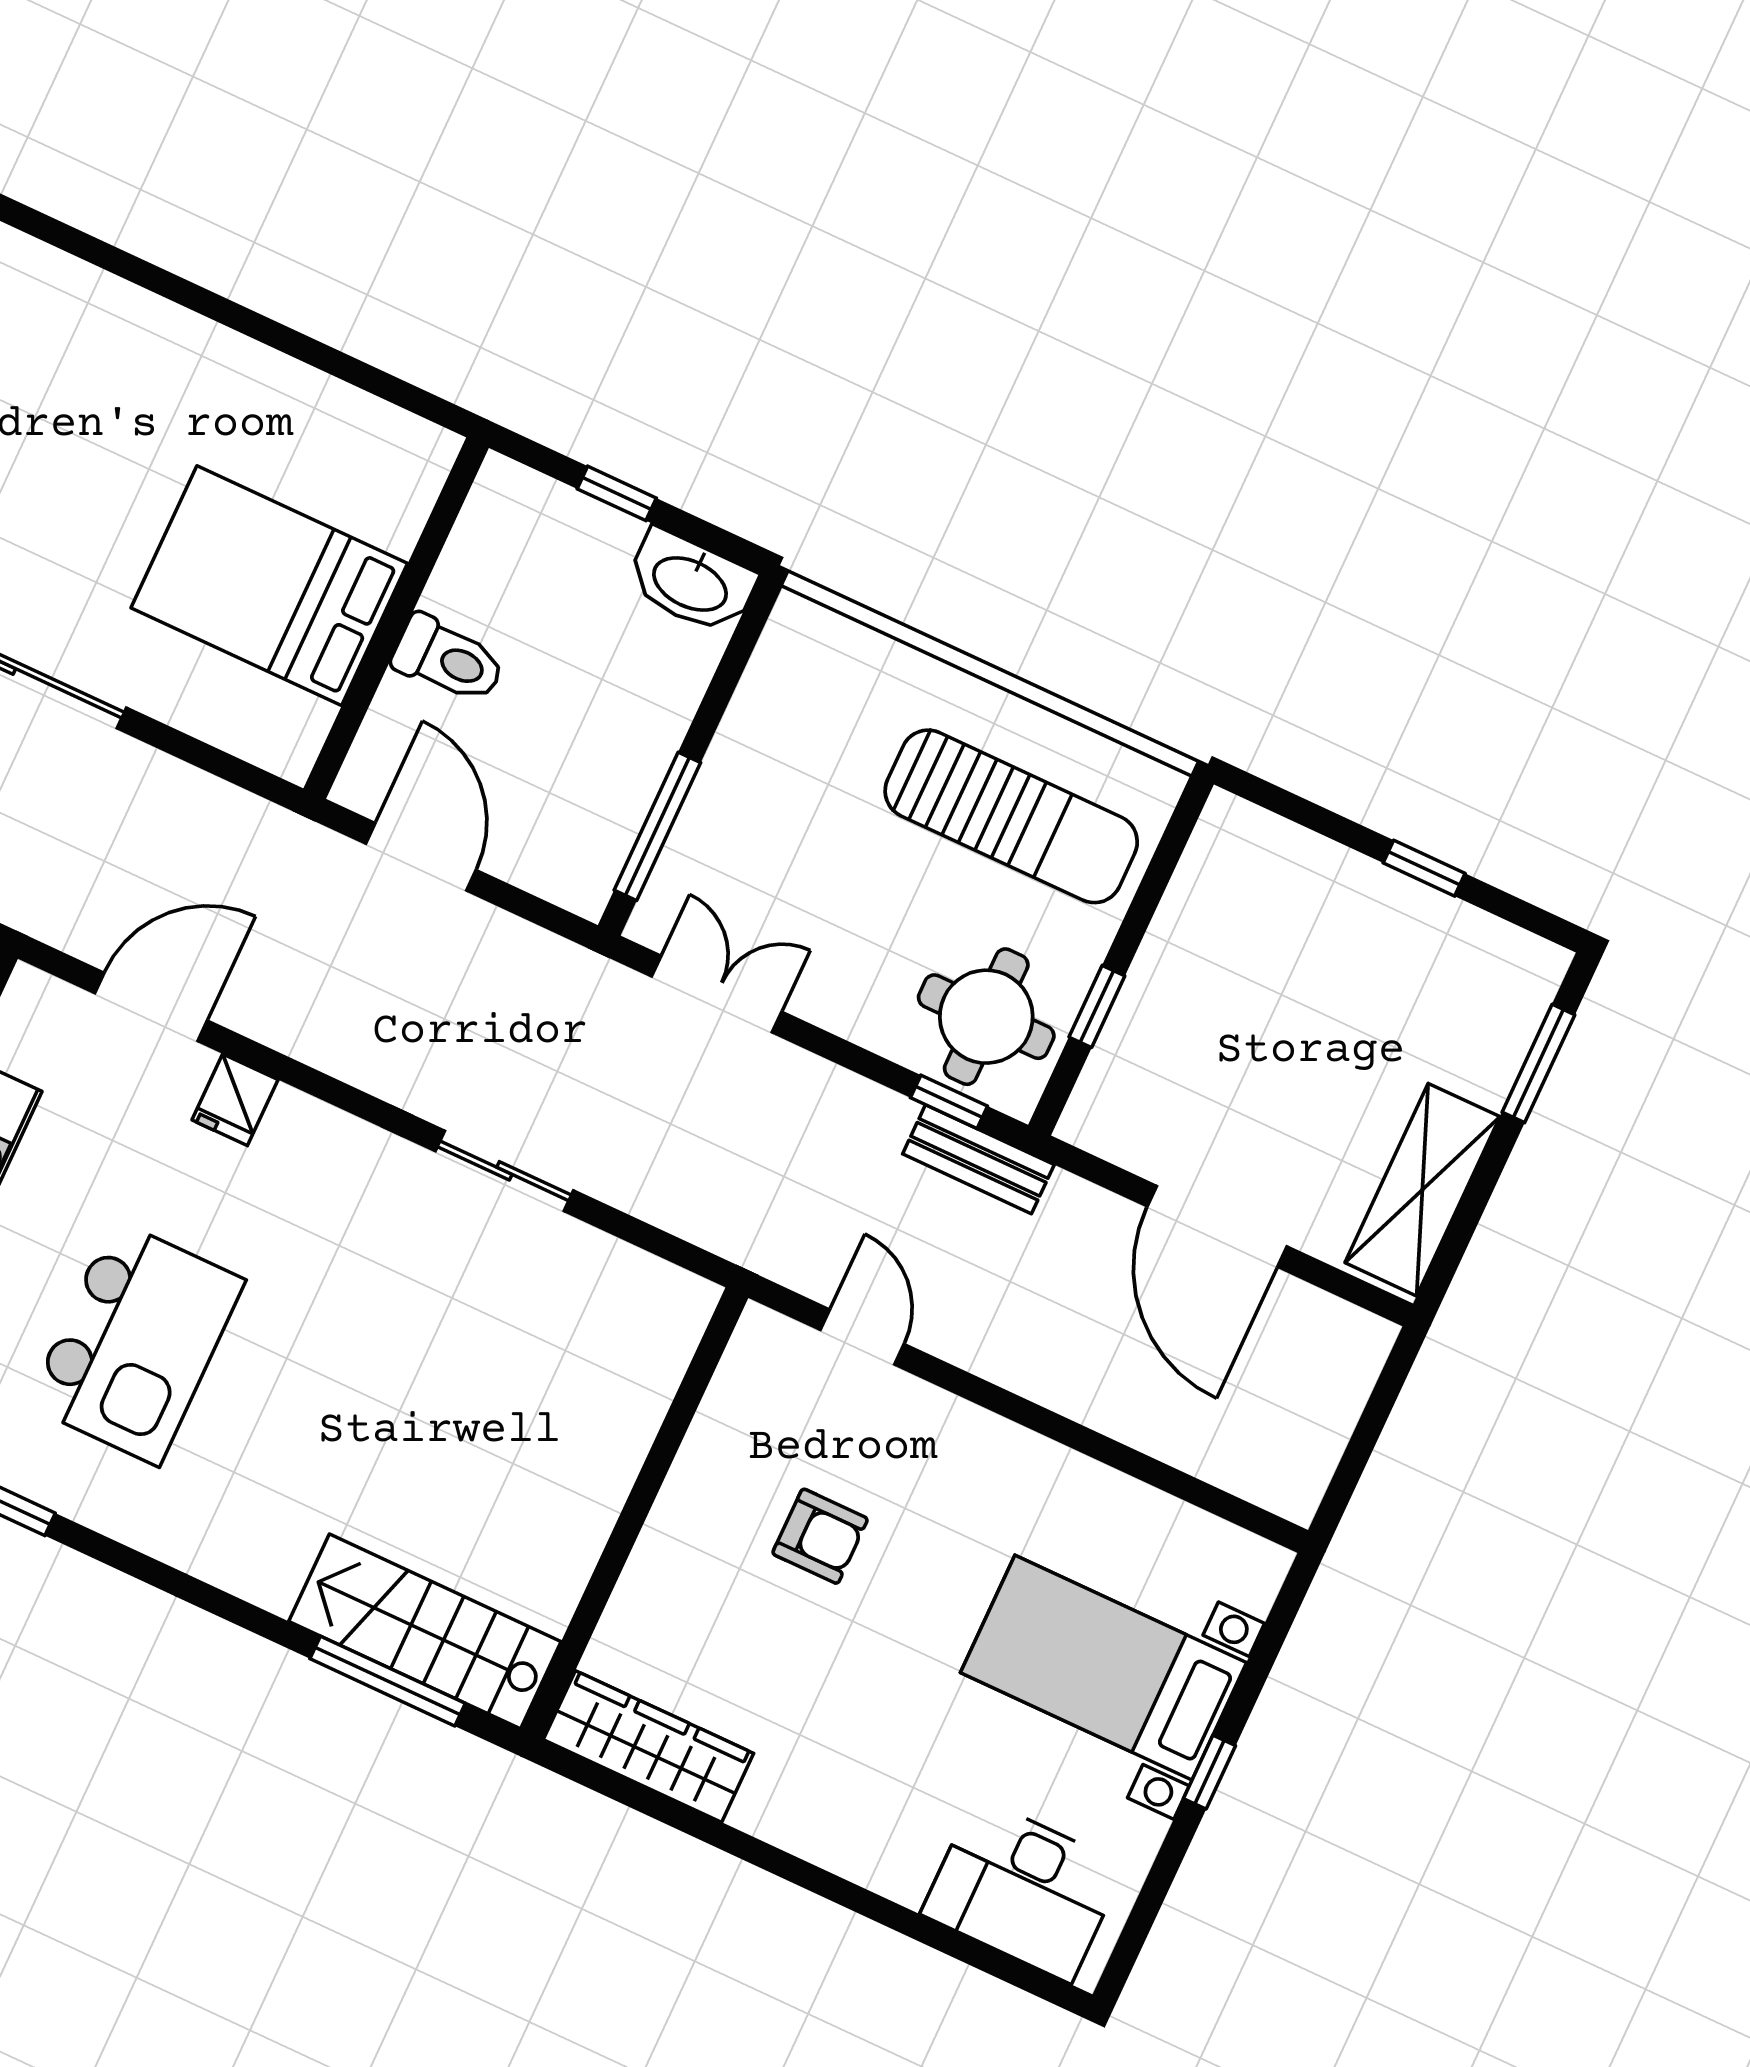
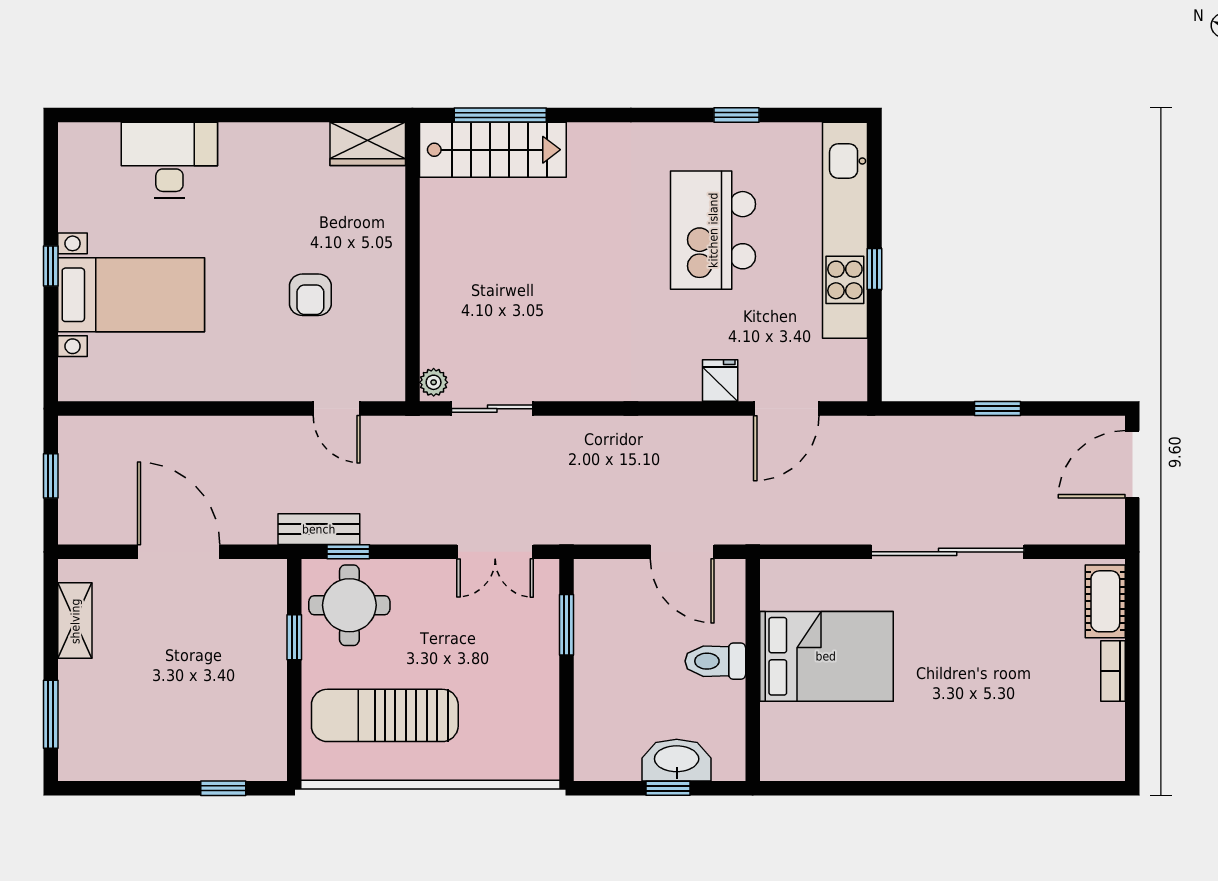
washbasin: (691, 582) -> (677, 760), moved
window: (657, 826) -> (566, 625), width x0.69
window: (1424, 868) -> (223, 788), moved
sliding door: (504, 1171) -> (492, 409), moved
shelving: (1422, 1190) -> (75, 621), width x0.67, depth x0.75
plant: (689, 1307) -> (434, 382), added
window: (1364, 1440) -> (51, 476), added
armchair: (820, 1536) -> (310, 295), turned -90
wardrobe: (648, 1746) -> (368, 144), width x0.67
desk: (1023, 1890) -> (169, 160), moved

